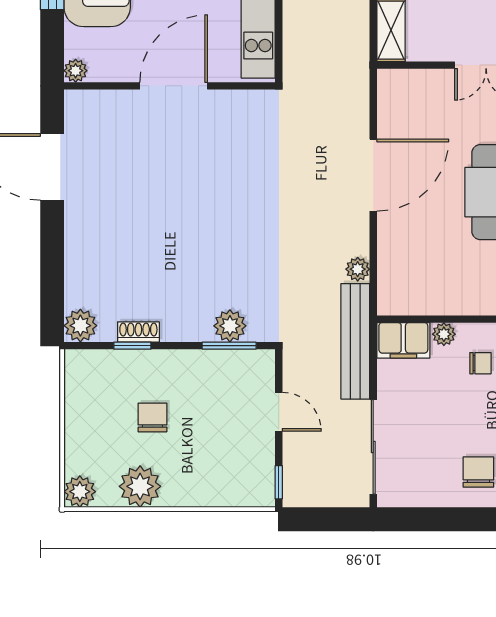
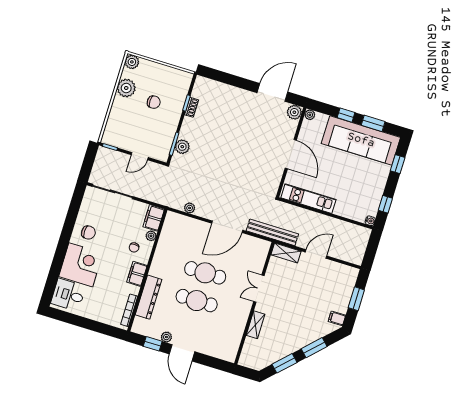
door: (373, 175) -> (227, 227), hinge flipped
plant: (80, 326) -> (294, 112), moved
bench: (355, 341) -> (272, 232), moved

